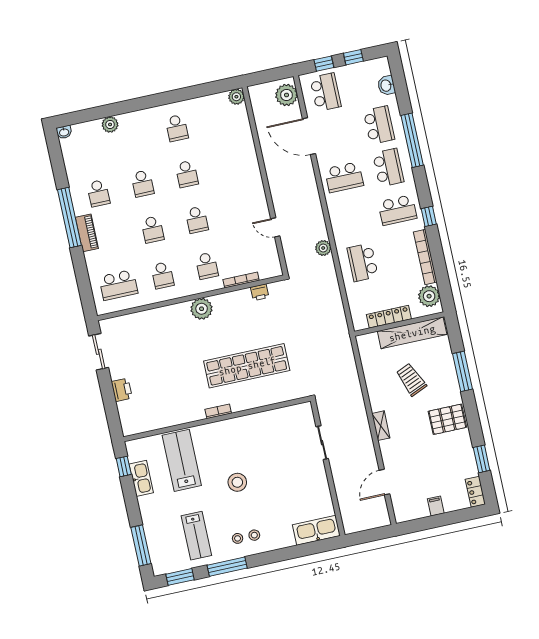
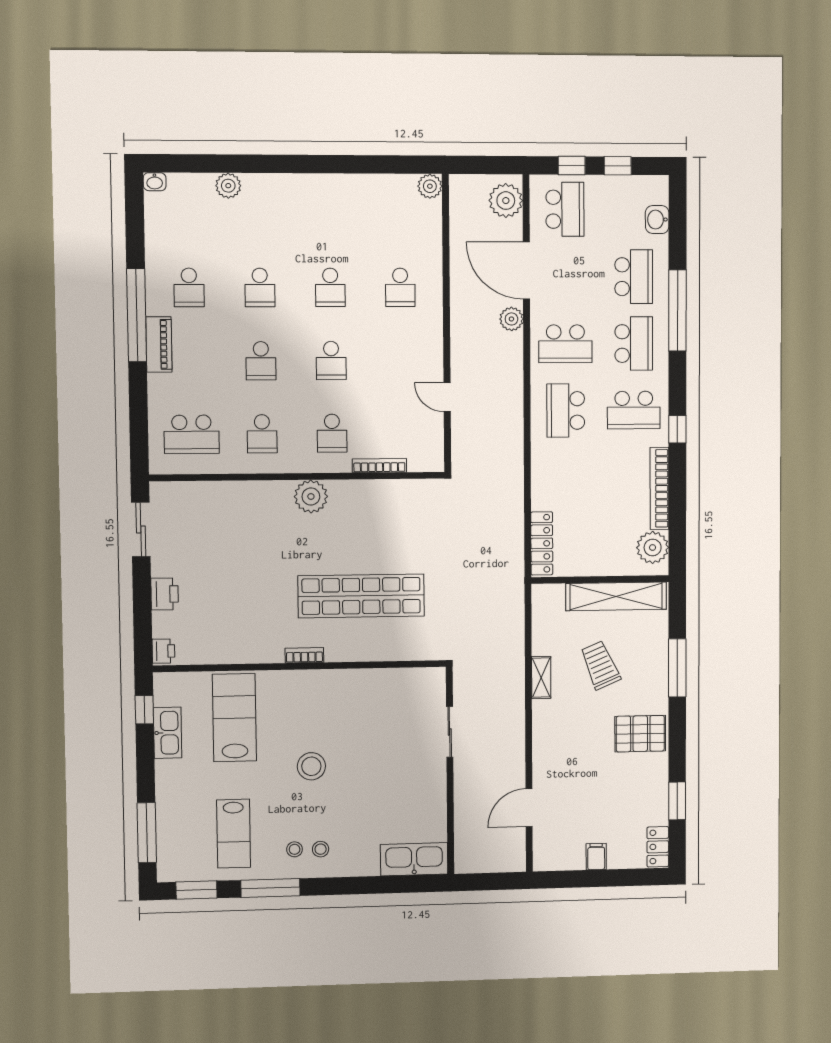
school desk: (177, 128) -> (400, 287), moved
plant: (323, 248) -> (511, 319), moved
school desk: (363, 262) -> (566, 410), moved
printer: (260, 292) -> (163, 651), moved, turned -90
locker: (389, 317) -> (542, 543), moved, turned 90
shelving: (381, 426) -> (541, 678), moved

